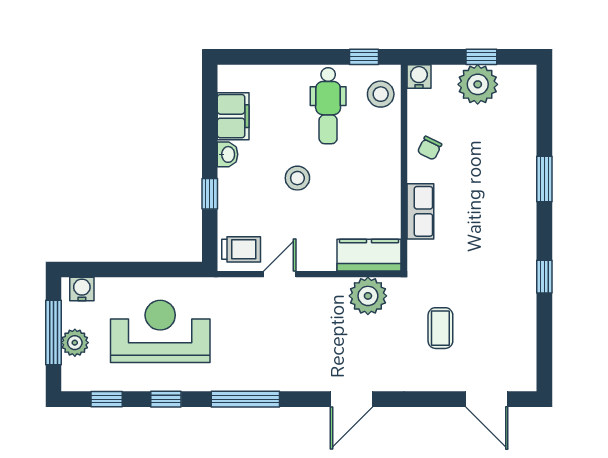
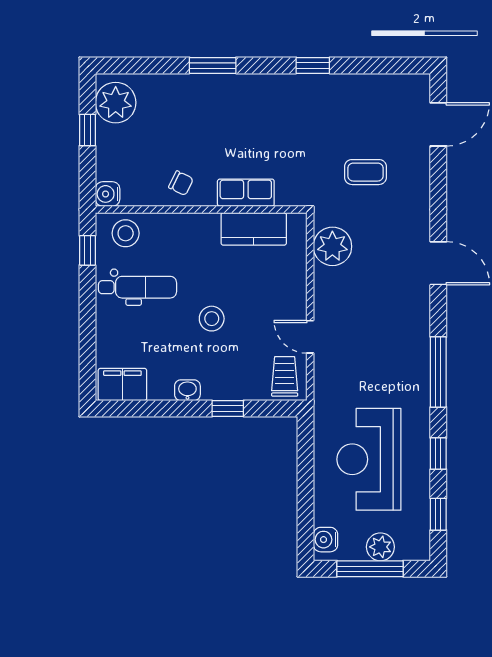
plant: (478, 84) -> (116, 103), moved
filing cabinet: (233, 116) -> (122, 384), moved
kitchen counter: (369, 255) -> (254, 229), moved, turned -90

